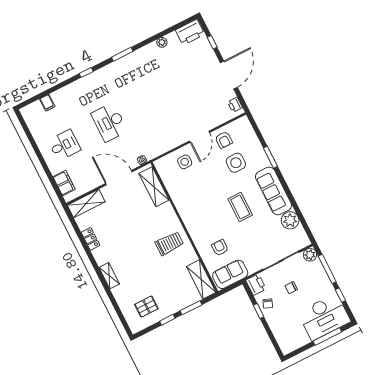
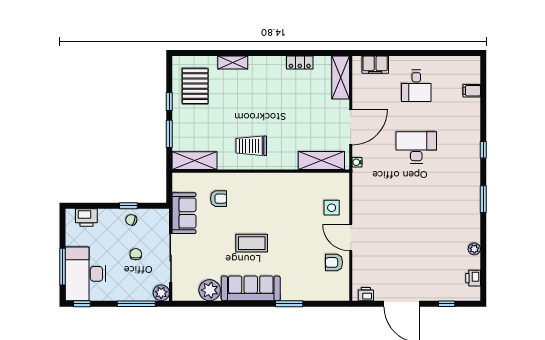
printer: (190, 32) -> (473, 278), width x0.53, depth x0.68
side table: (236, 163) -> (302, 263), removed
trolley: (169, 243) -> (251, 146), turned 90
sofa: (230, 274) -> (184, 213), moved
shelving: (109, 276) -> (233, 63), moved
printer: (256, 285) -> (86, 217), moved
window: (340, 295) -> (82, 304), moved
pallet: (146, 307) -> (195, 86), width x1.50, depth x1.42

